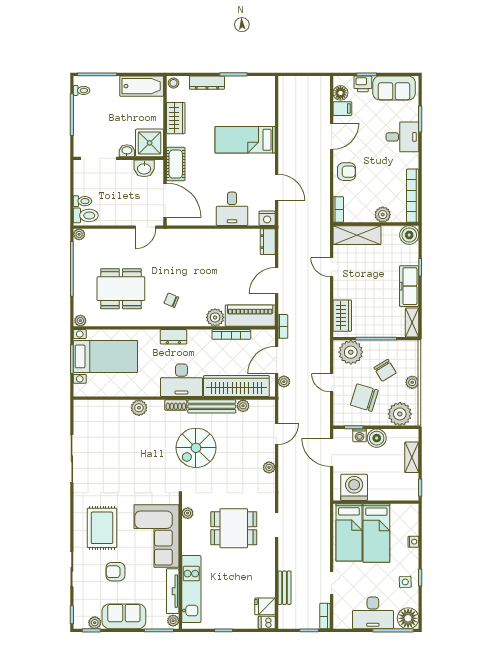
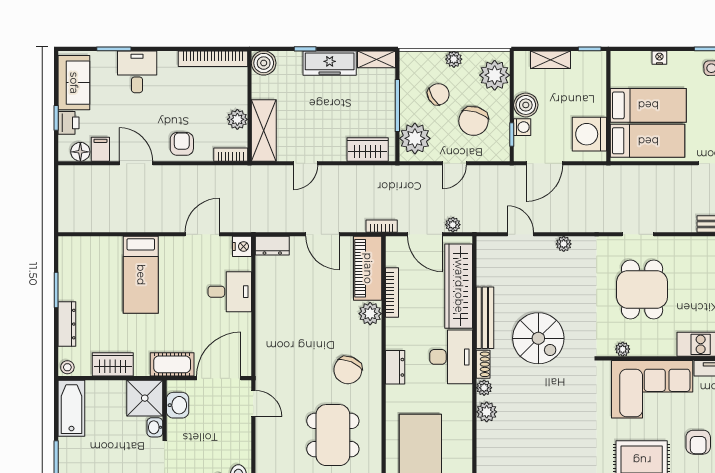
plant: (383, 215) -> (237, 119), moved
chair: (171, 300) -> (348, 370), width x1.87, depth x1.87
plant: (243, 406) -> (484, 388), moved

